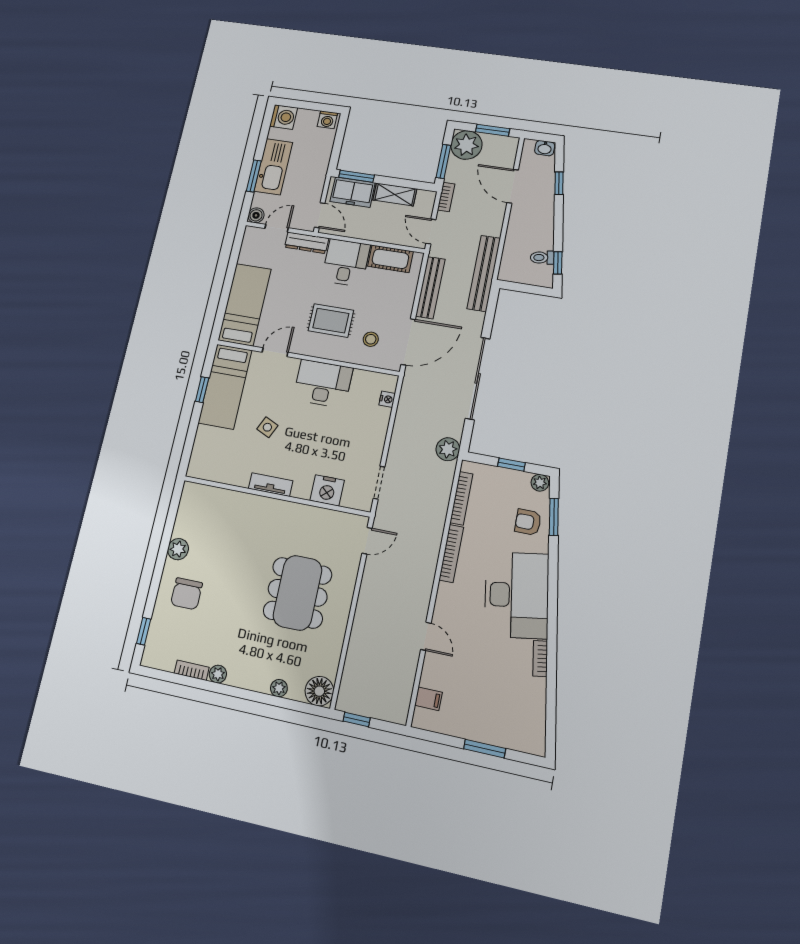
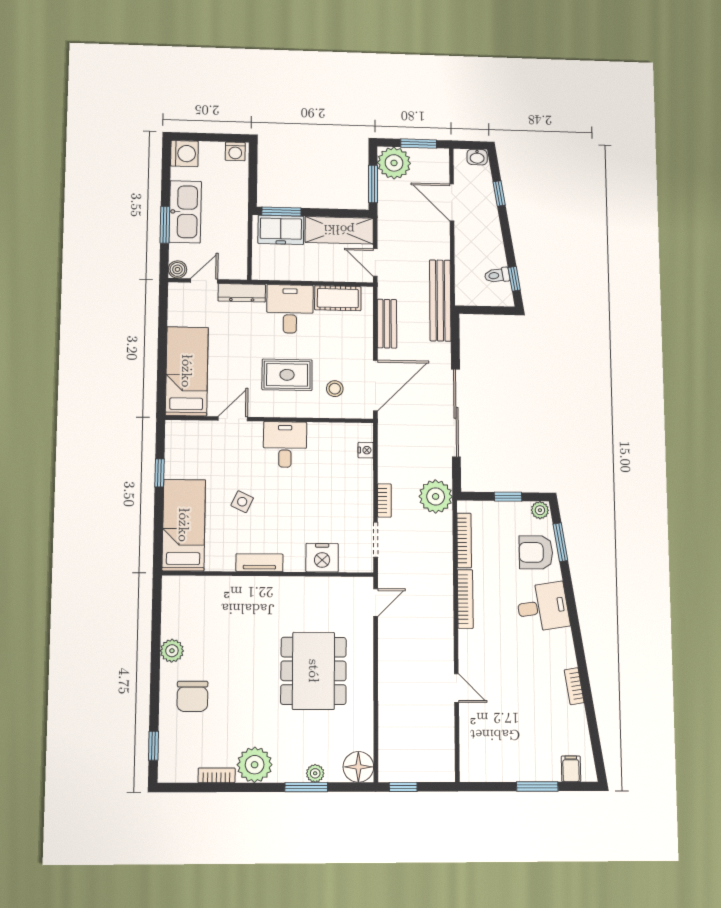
shelving: (395, 194) -> (339, 230), width x1.50, depth x1.33
bookcase: (446, 197) -> (384, 500), moved
door: (320, 215) -> (250, 260), removed
bench: (430, 288) -> (387, 324), width x0.73
desk: (323, 384) -> (285, 444), width x0.73
bed: (225, 386) -> (184, 525), moved, turned 180
plant: (448, 449) -> (436, 496), width x1.36, depth x1.36
armchair: (528, 522) -> (536, 552), width x1.38, depth x1.38
desk: (517, 595) -> (543, 607), width x0.53, depth x0.77
plant: (218, 674) -> (255, 765), width x1.88, depth x1.88
window: (268, 699) -> (306, 787), added
filing cabinet: (428, 699) -> (571, 769), moved, turned -90

